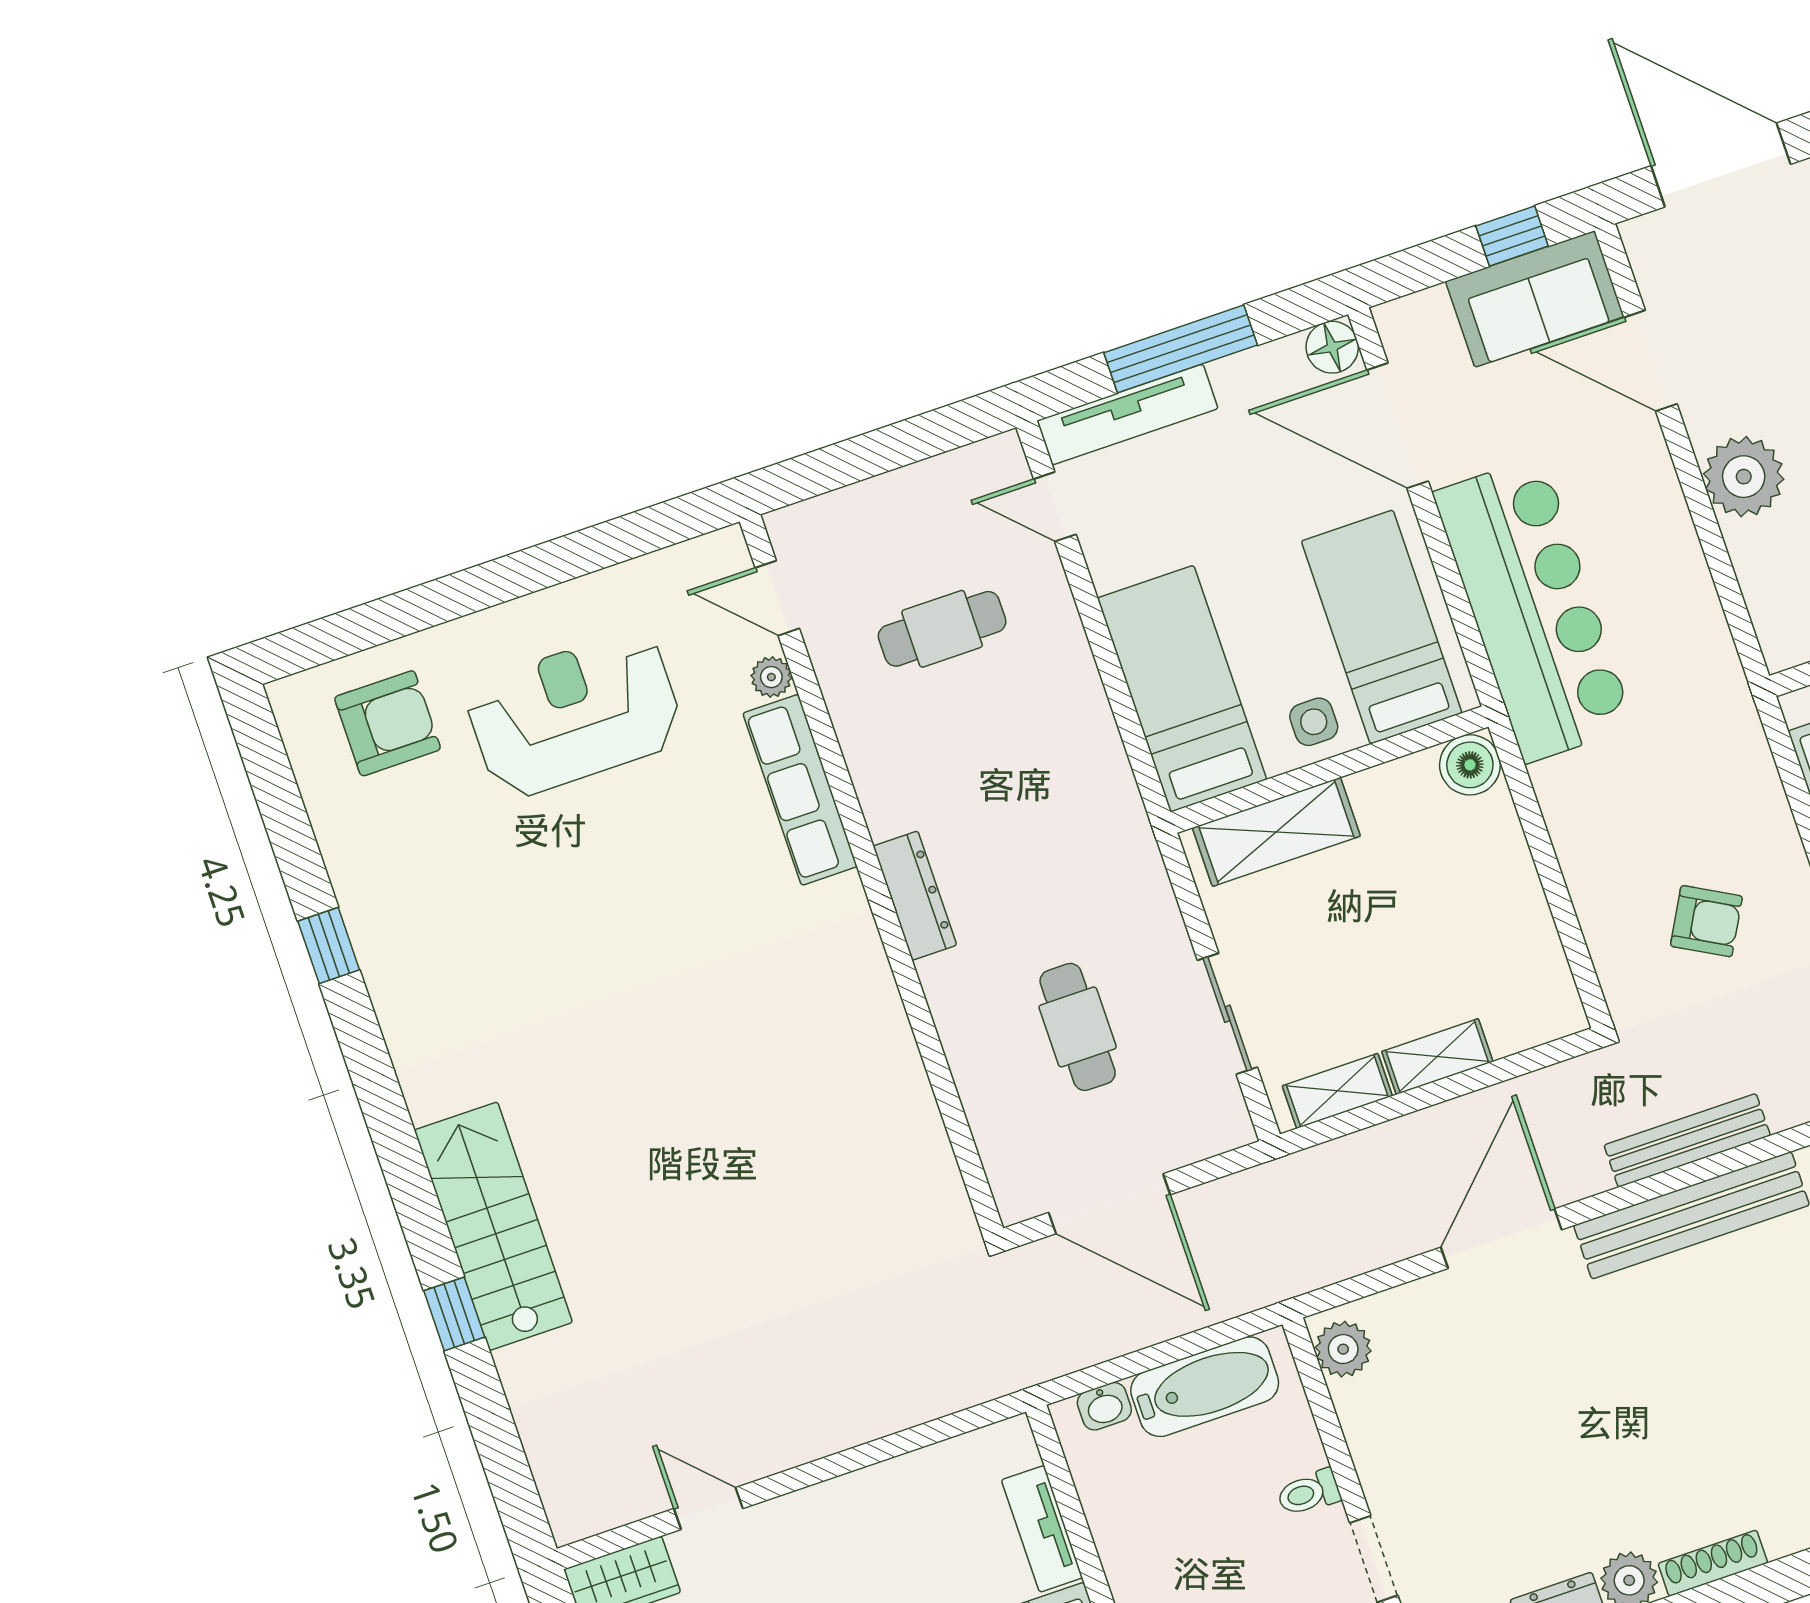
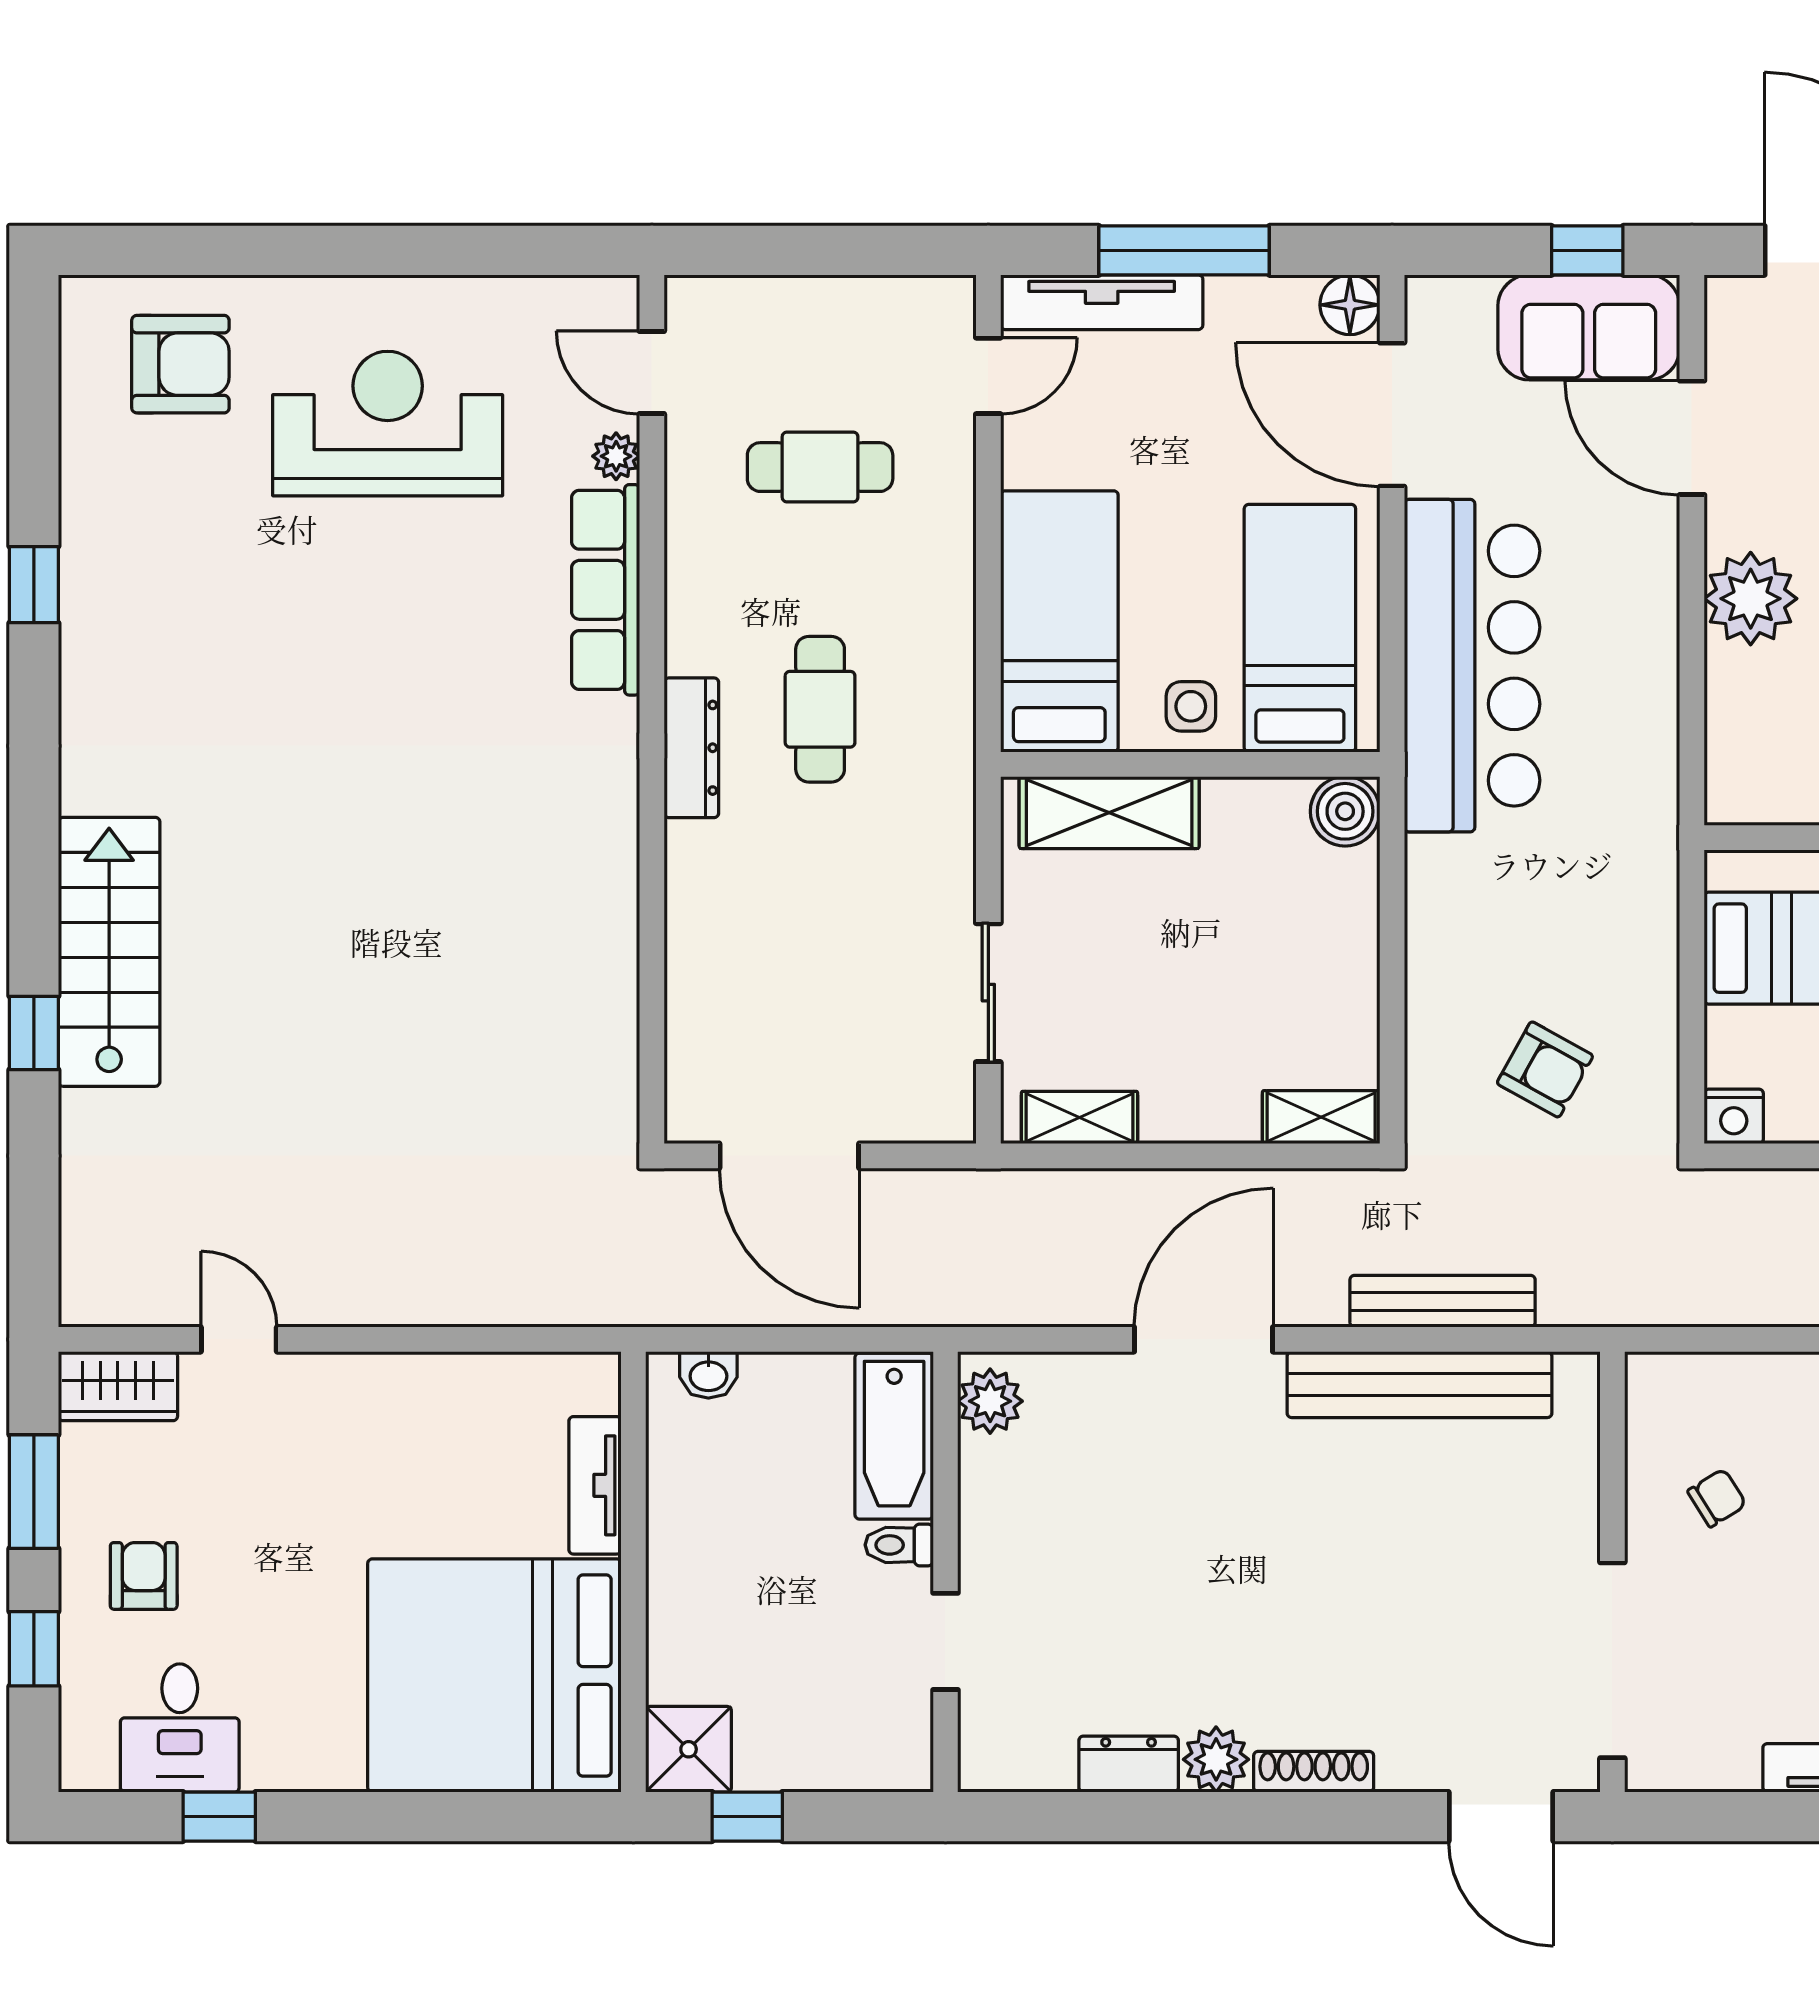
door: (1055, 507) -> (988, 376), swing flipped
cafe table: (1078, 1027) -> (820, 709), moved
shelving: (1437, 1057) -> (1321, 1117), moved
bathtub: (1205, 1387) -> (894, 1436), moved, turned 90

